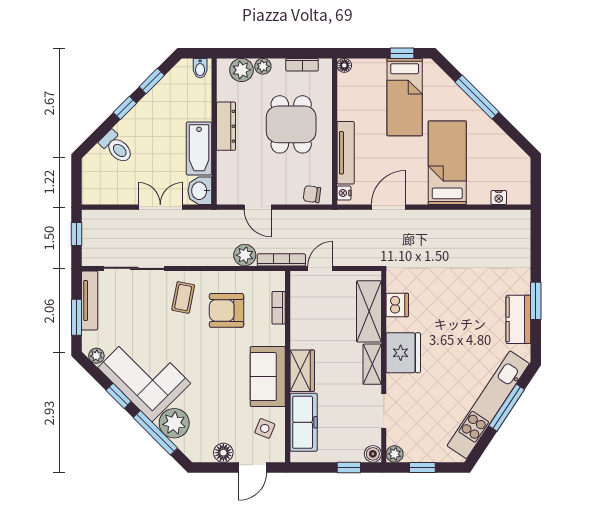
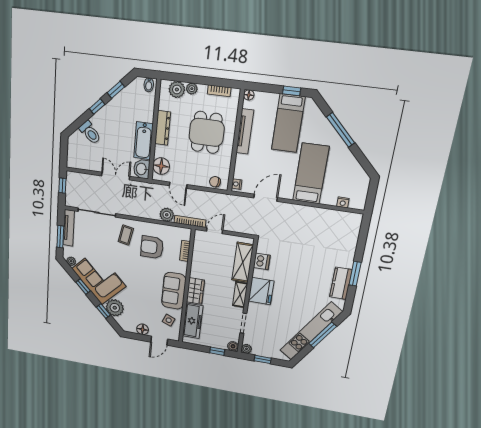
tv unit: (346, 153) -> (245, 131), moved
floor lamp: (229, 182) -> (161, 166), added
window: (155, 433) -> (103, 311), width x0.46

